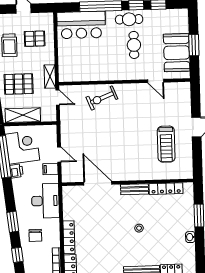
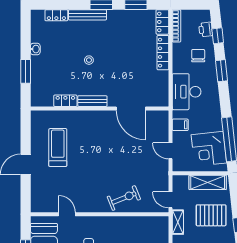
door: (59, 154) -> (171, 151), moved
printer: (16, 171) -> (206, 29), moved
locker: (166, 189) -> (65, 101), width x0.66

